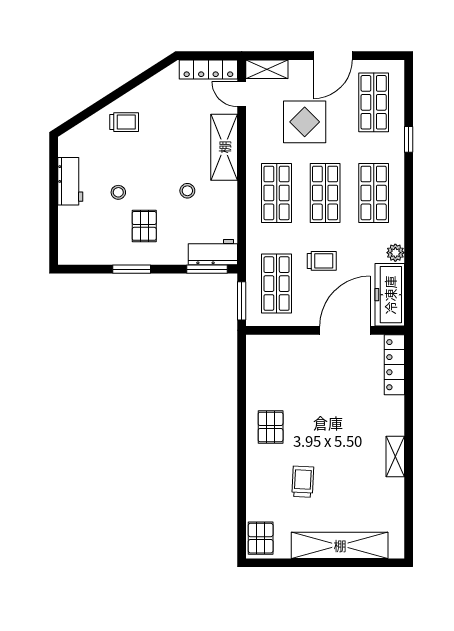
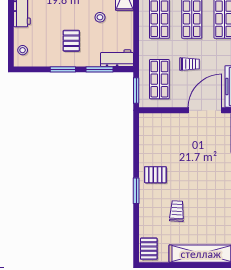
stool: (118, 192) -> (23, 50), moved
window: (207, 269) -> (100, 69), moved
pallet: (271, 427) -> (155, 175), turned 90
window: (242, 451) -> (136, 191), added

